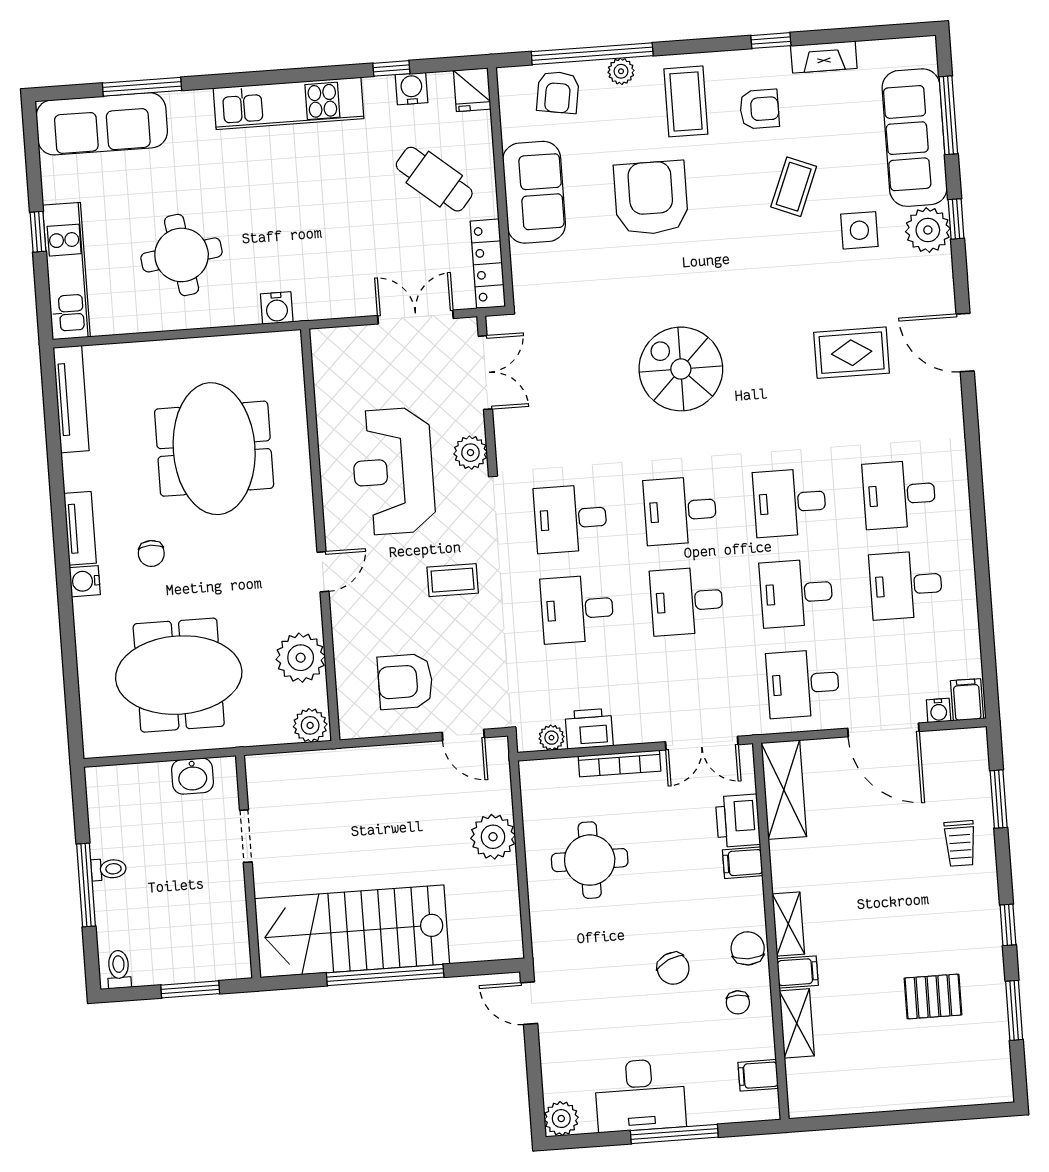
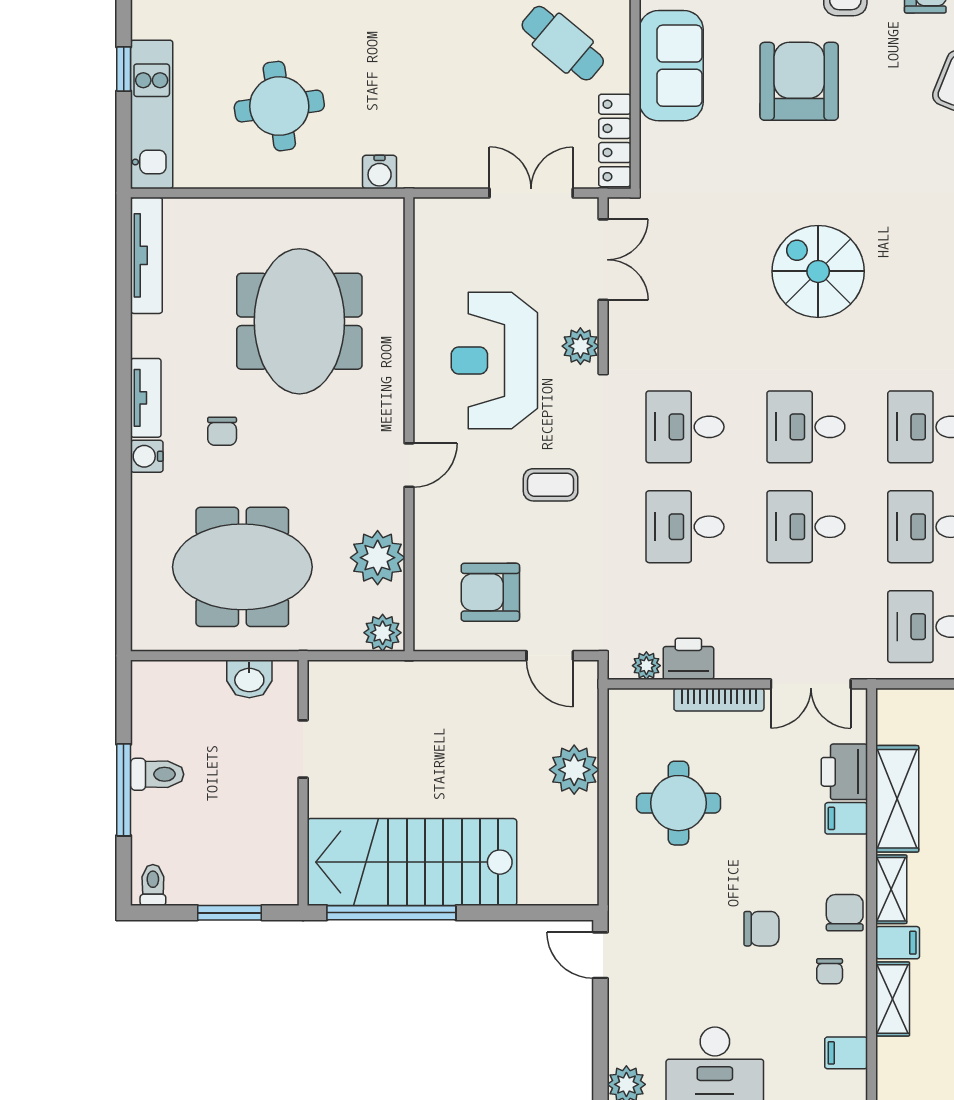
shelving: (784, 790) -> (897, 799), moved
toilet: (109, 869) -> (157, 774), width x1.37, depth x1.39
chair: (673, 968) -> (761, 929), turned -65
window: (385, 975) -> (391, 913), moved

